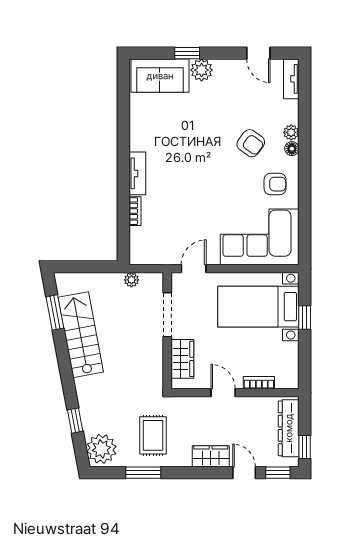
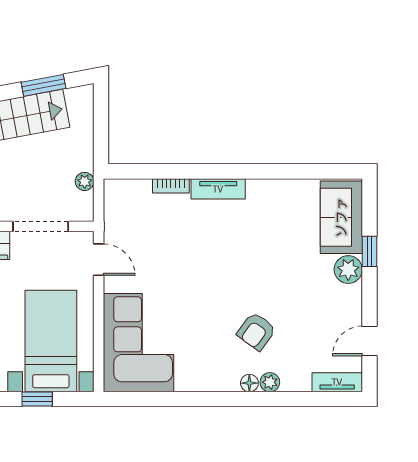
armchair: (275, 184) -> (205, 362), removed

